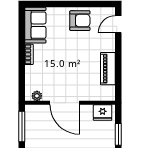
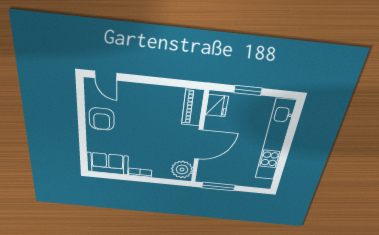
armchair: (80, 21) -> (102, 119), turned 180
piano: (108, 69) -> (193, 107), moved, turned 90
plant: (37, 96) -> (182, 170), width x1.88, depth x1.88

